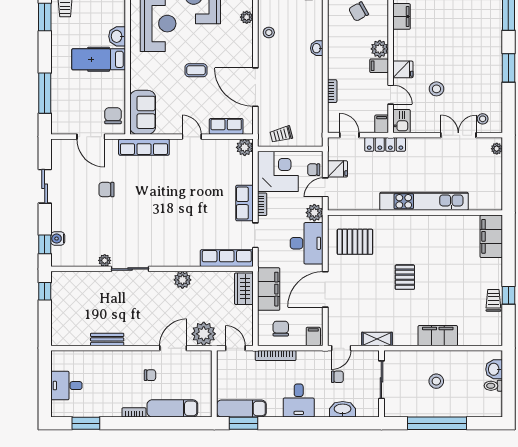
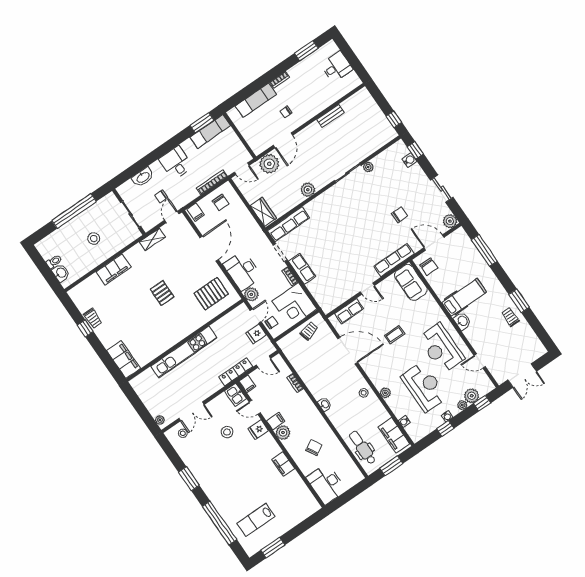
plant: (245, 147) -> (450, 221), moved
filing cabinet: (269, 289) -> (247, 223), removed

